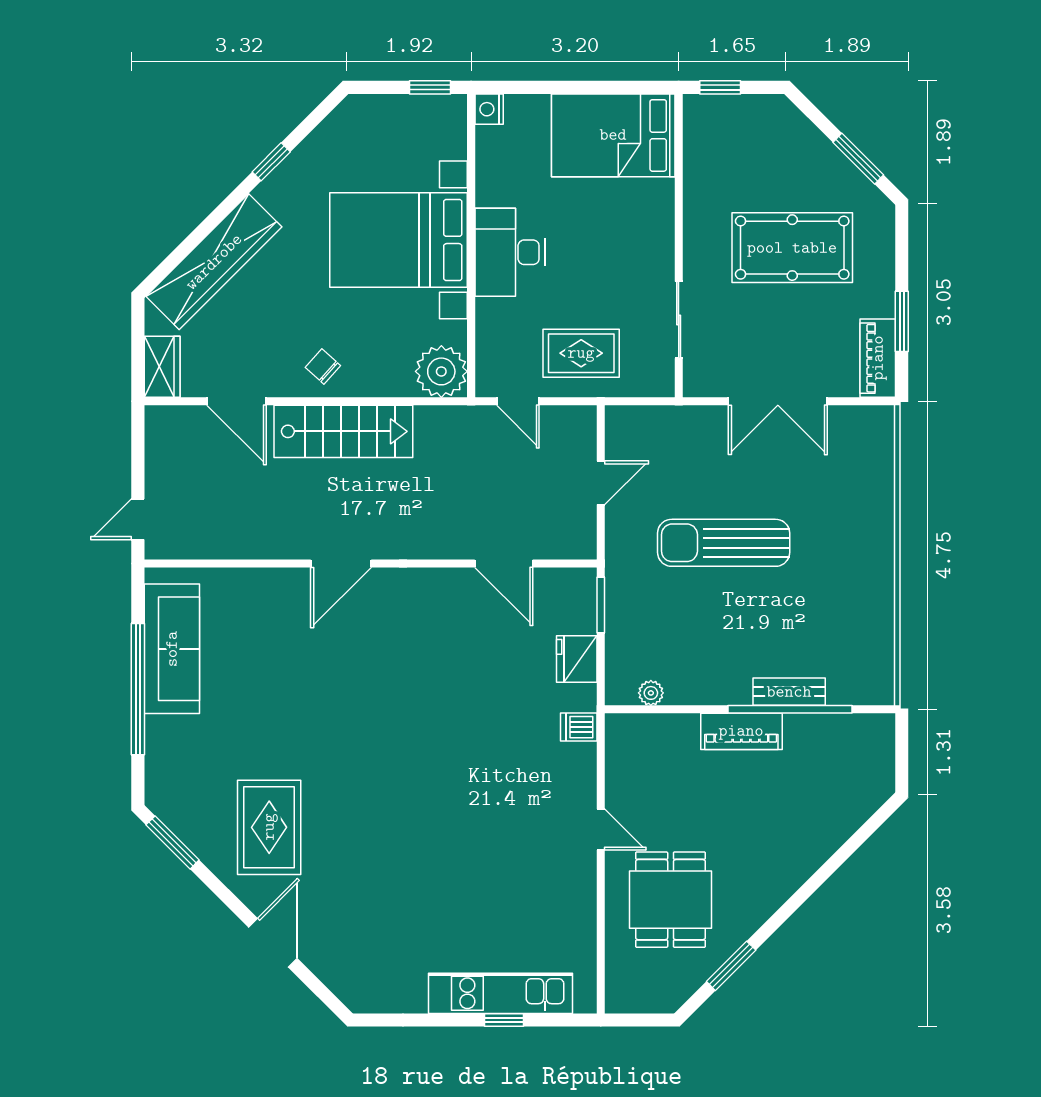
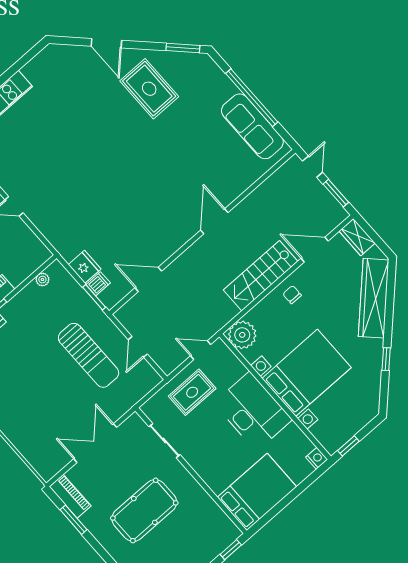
desk: (510, 252) -> (253, 411), width x1.36, depth x1.30
chair: (323, 366) -> (292, 295), turned -132
window: (138, 454) -> (336, 193), added
sun lounger: (724, 543) -> (89, 355), moved, turned 90
dishwasher: (579, 727) -> (98, 284), moved

